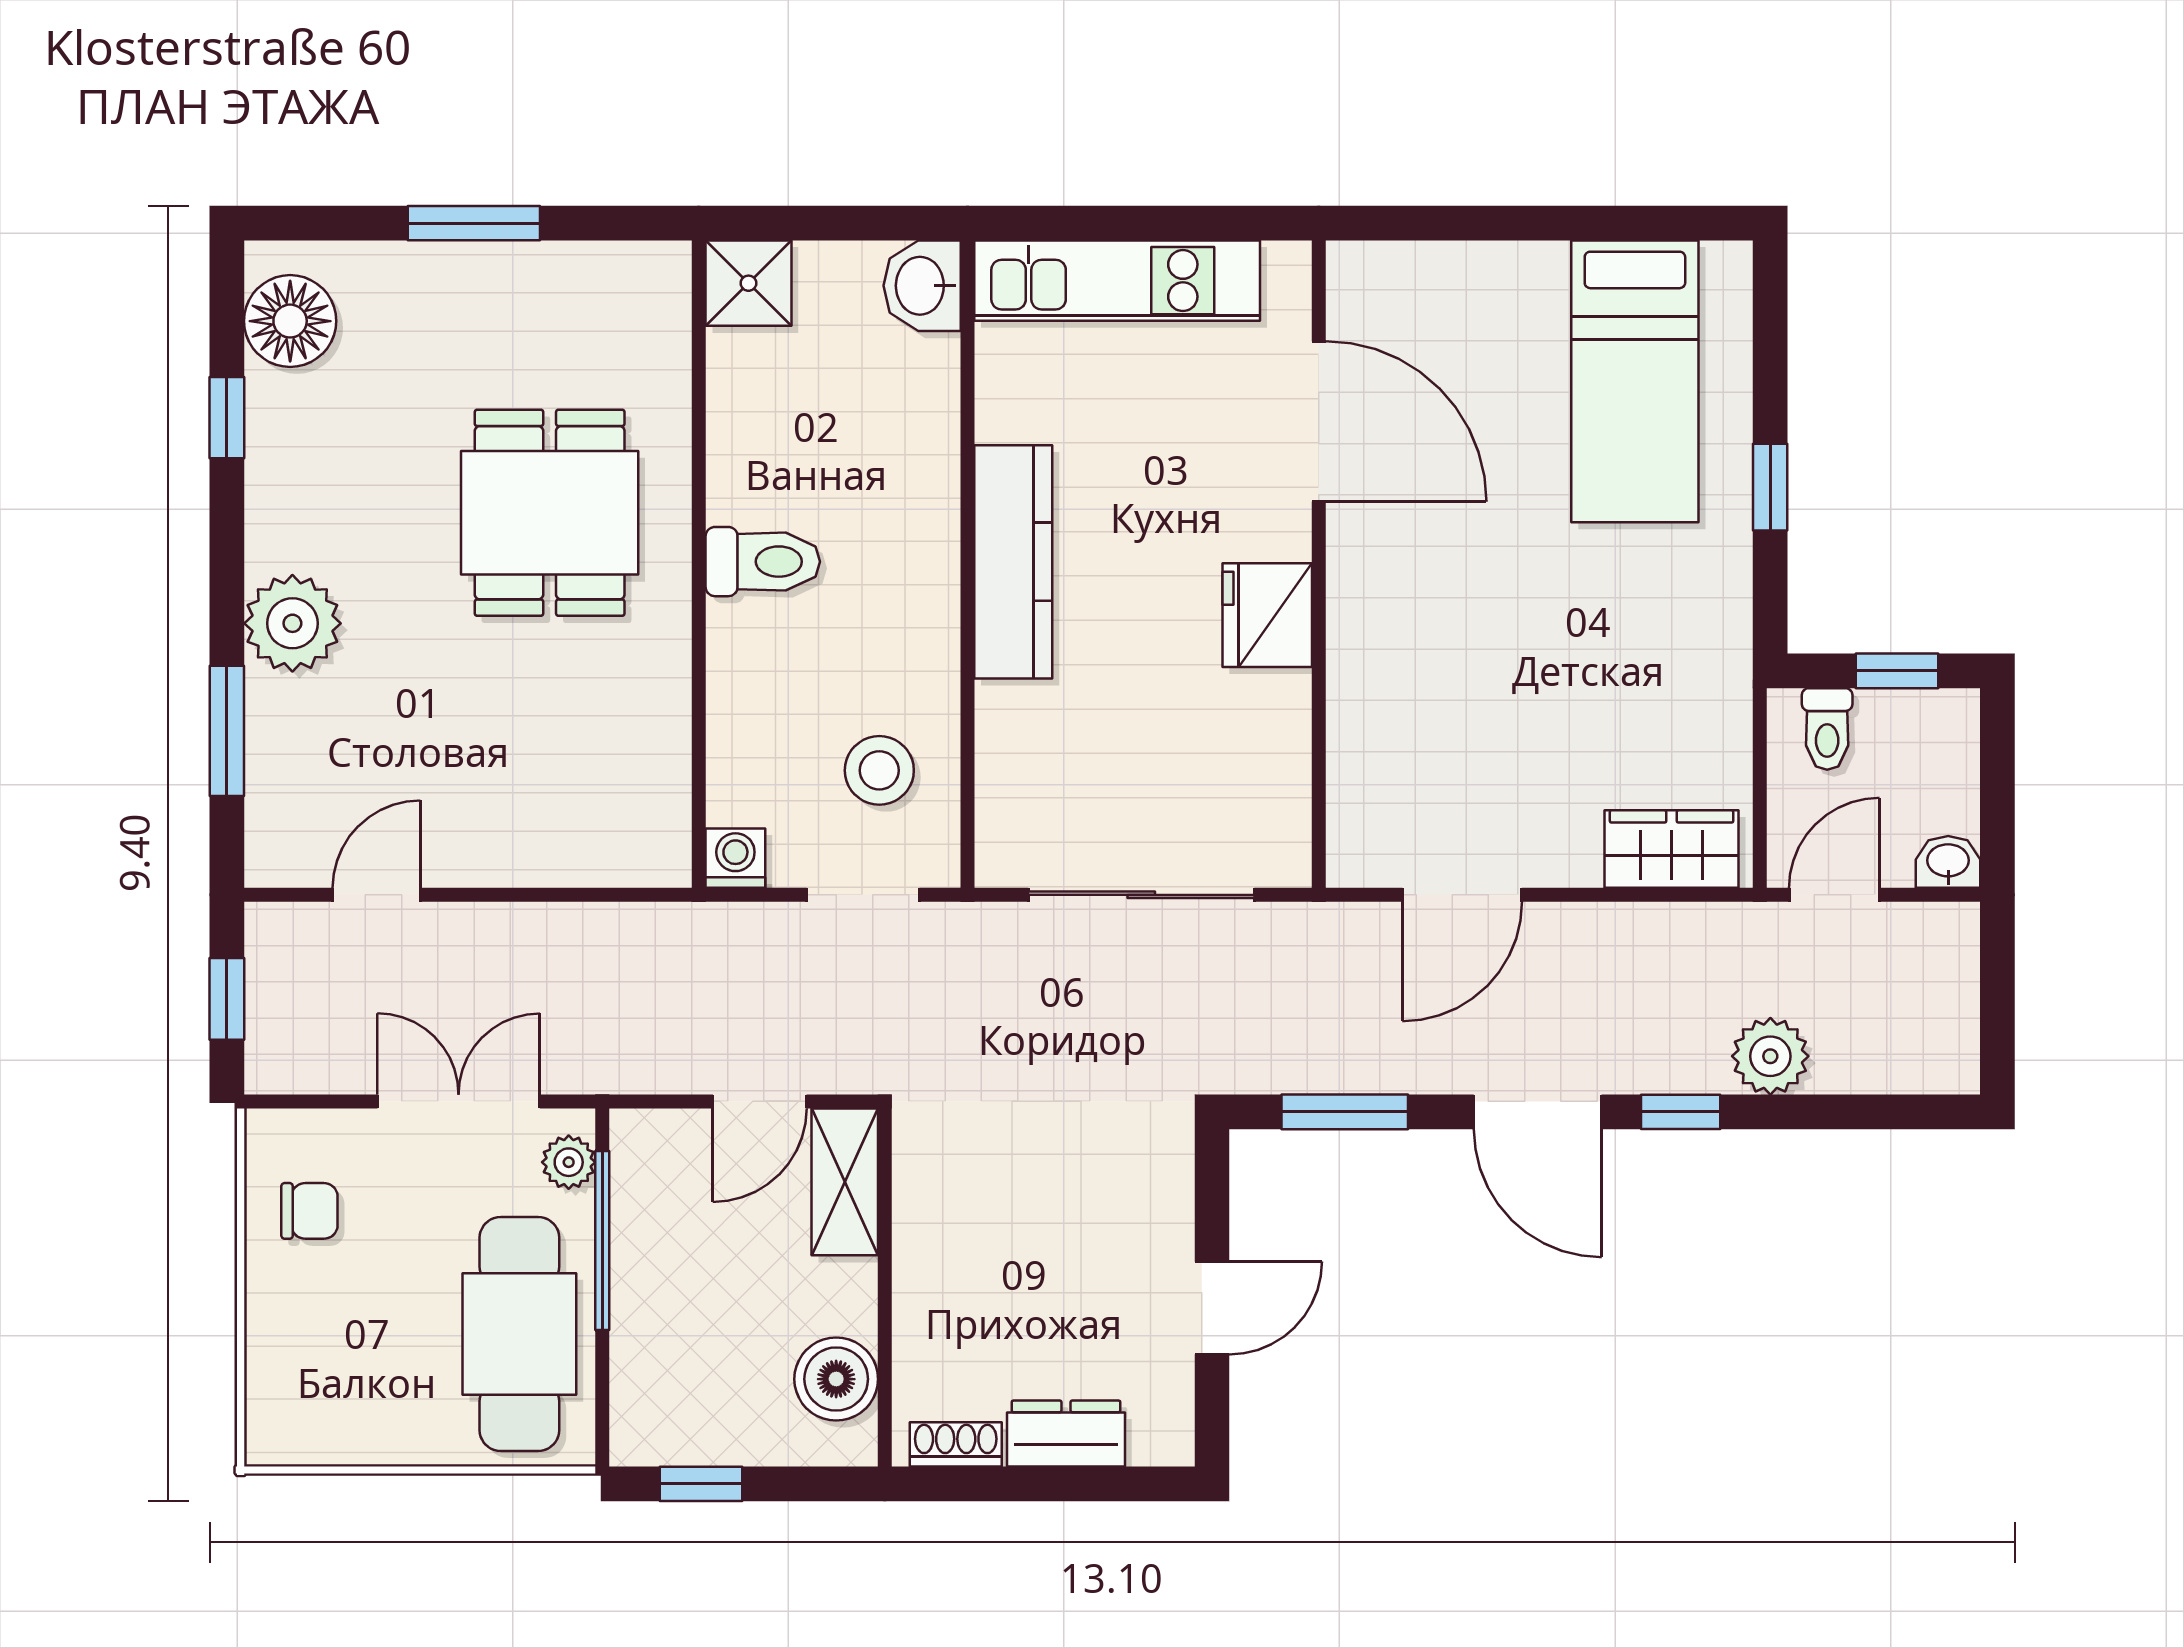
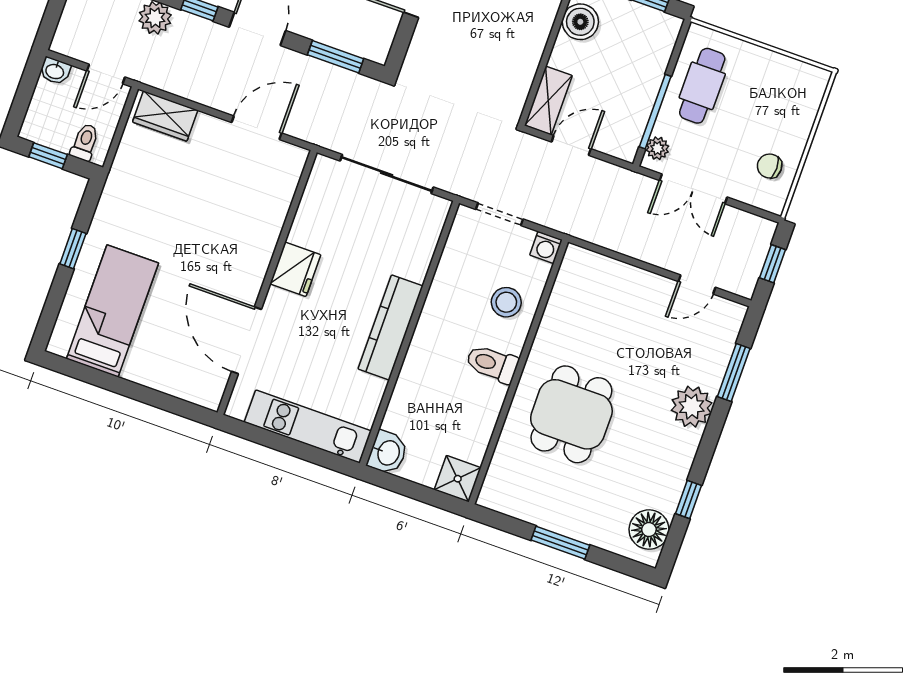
stool: (879, 770) -> (506, 302), moved
cafe table: (519, 1334) -> (702, 86), width x0.73, depth x0.74

